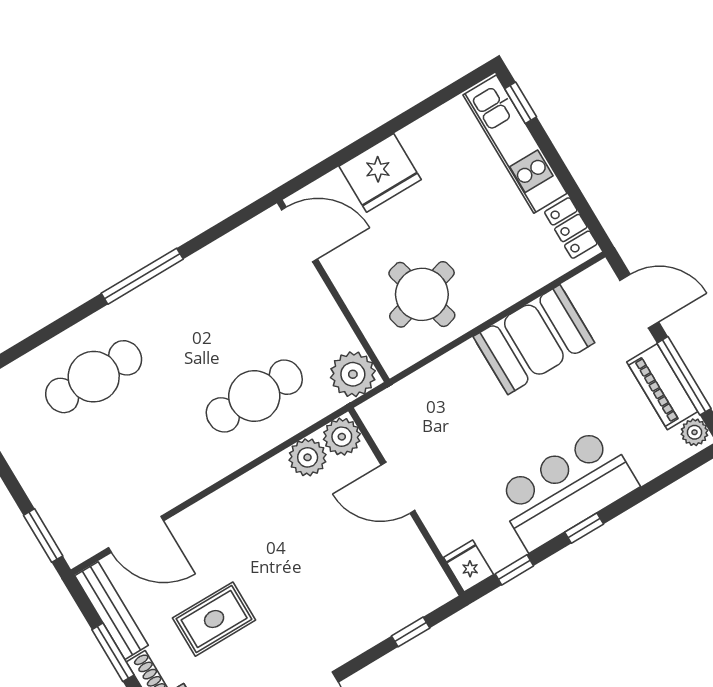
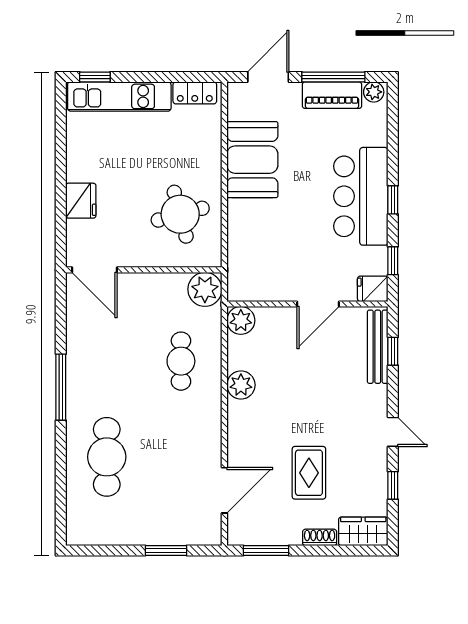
fridge: (380, 173) -> (81, 201), width x0.73, depth x0.75
door: (299, 234) -> (94, 270), swing flipped
cafe table: (254, 396) -> (181, 361), width x0.73, depth x0.74
plant: (308, 457) -> (241, 385), moved
door: (398, 488) -> (318, 304), moved
window: (43, 536) -> (166, 551), moved
bench: (112, 611) -> (378, 347), moved, turned 90
window: (113, 652) -> (266, 551), moved

